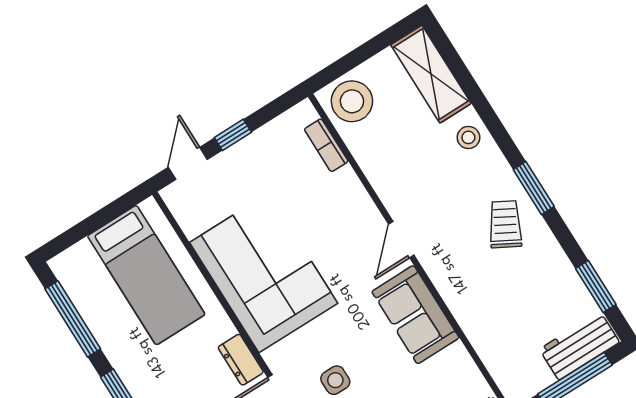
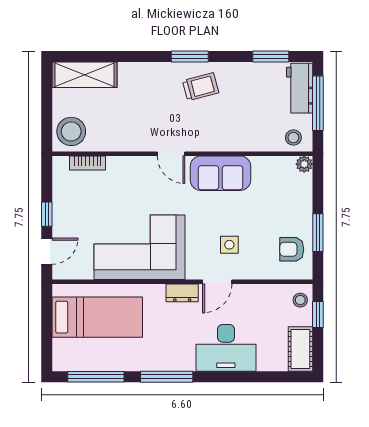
stool: (468, 137) -> (293, 138), moved
door: (188, 163) -> (47, 251), swing flipped
trolley: (505, 224) -> (201, 87), turned 136

